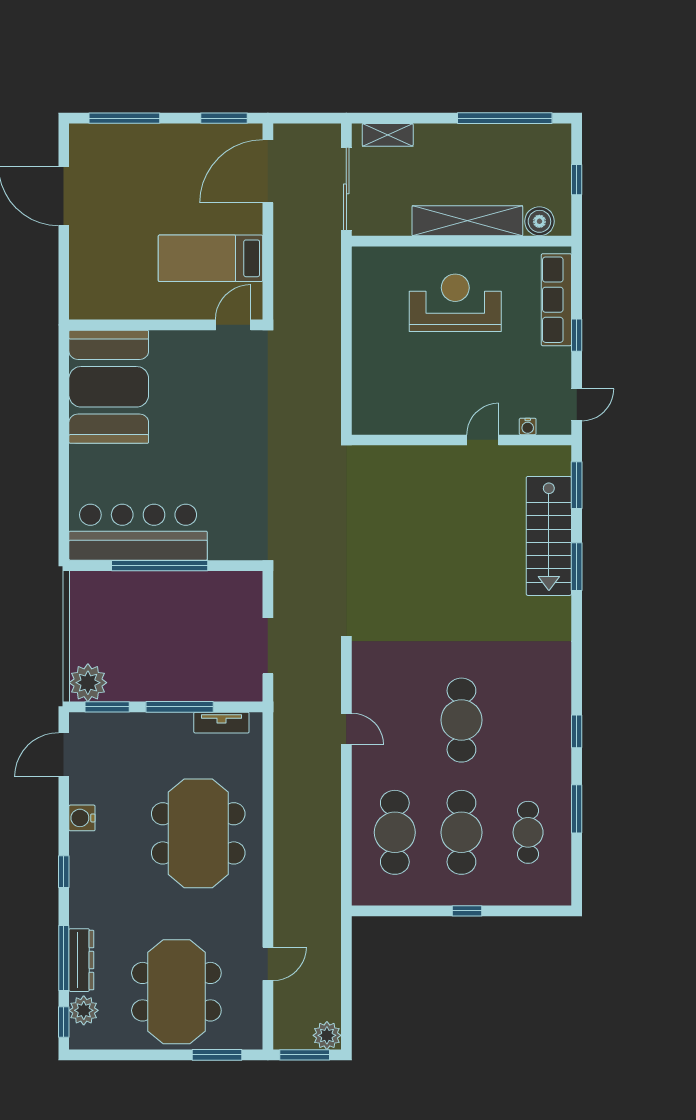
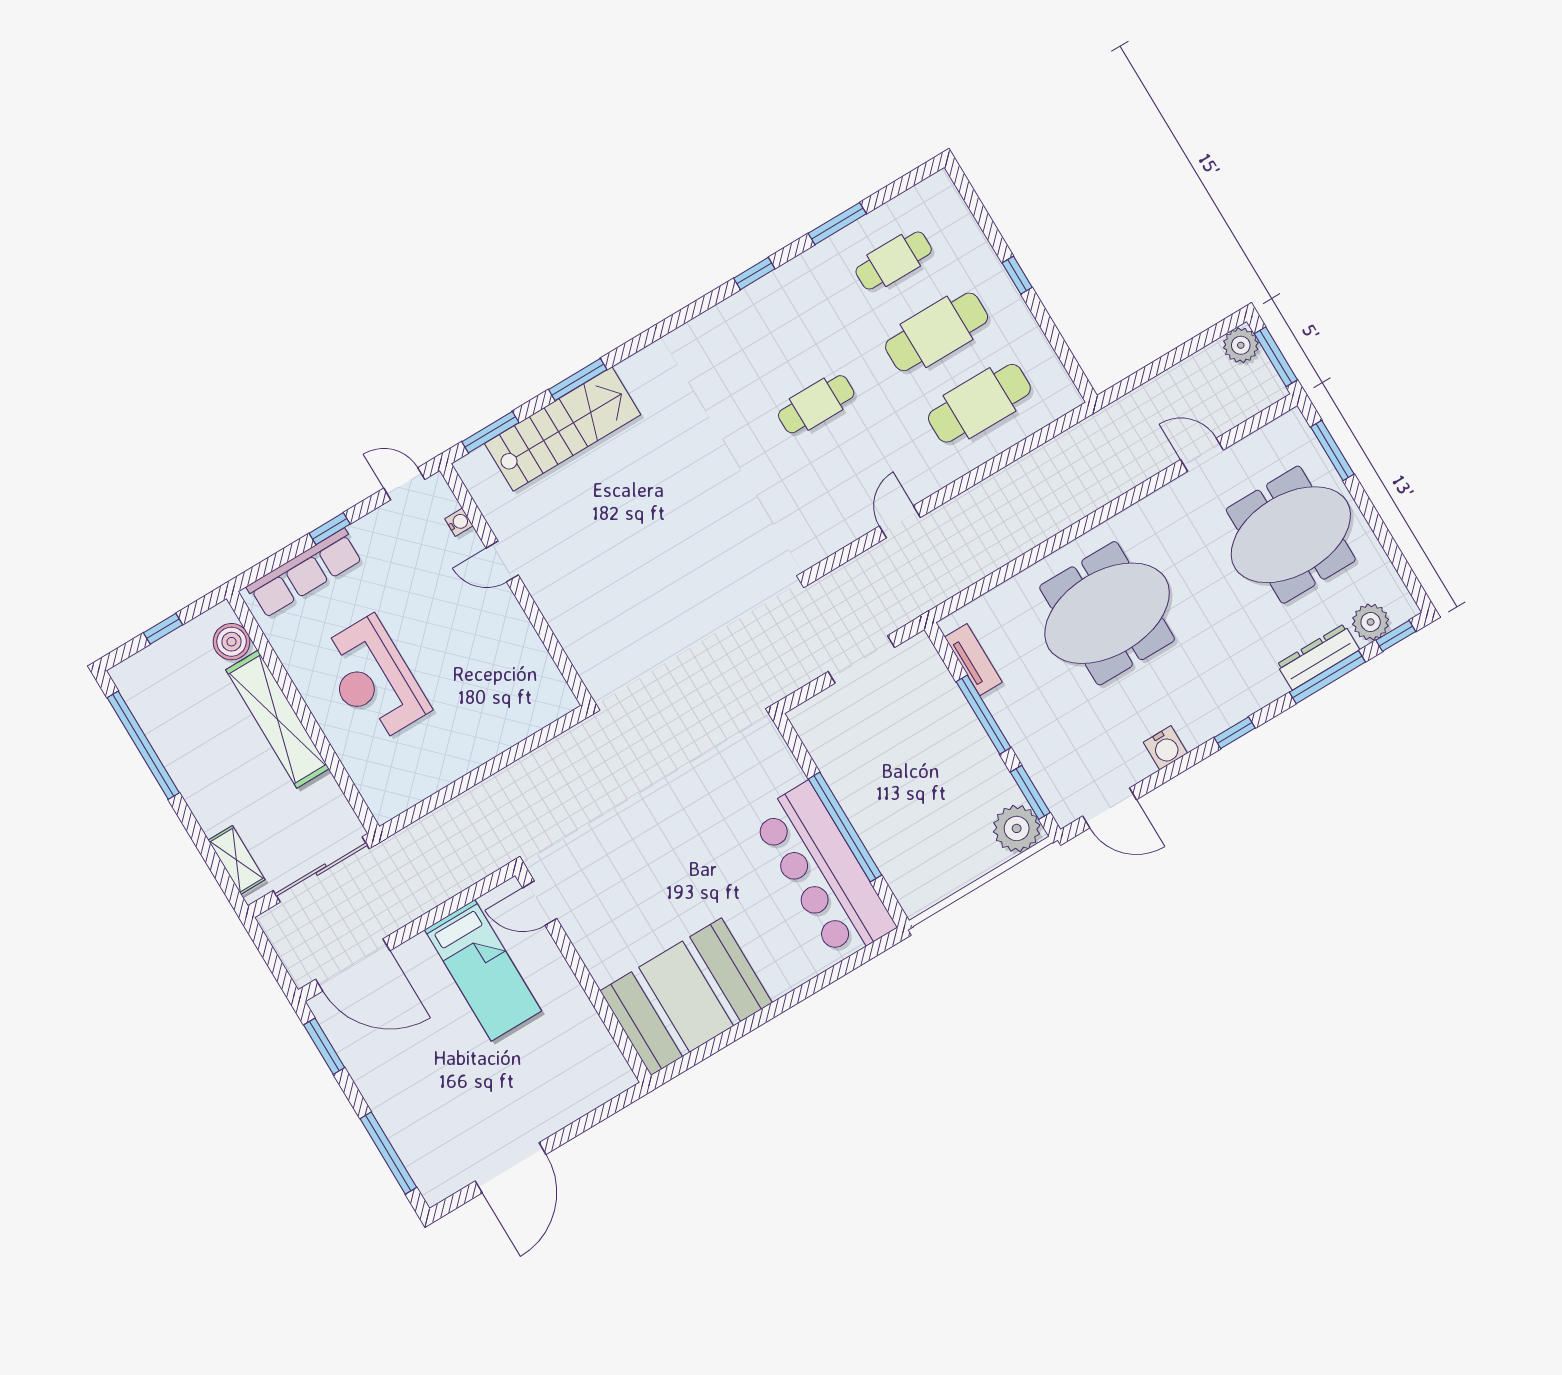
cafe table: (461, 720) -> (816, 404), width x0.73, depth x0.74

